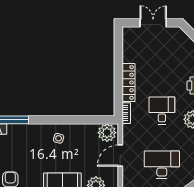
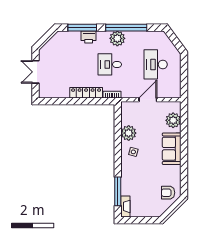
plant: (107, 133) -> (129, 133), moved
door: (120, 156) -> (148, 100), swing flipped

